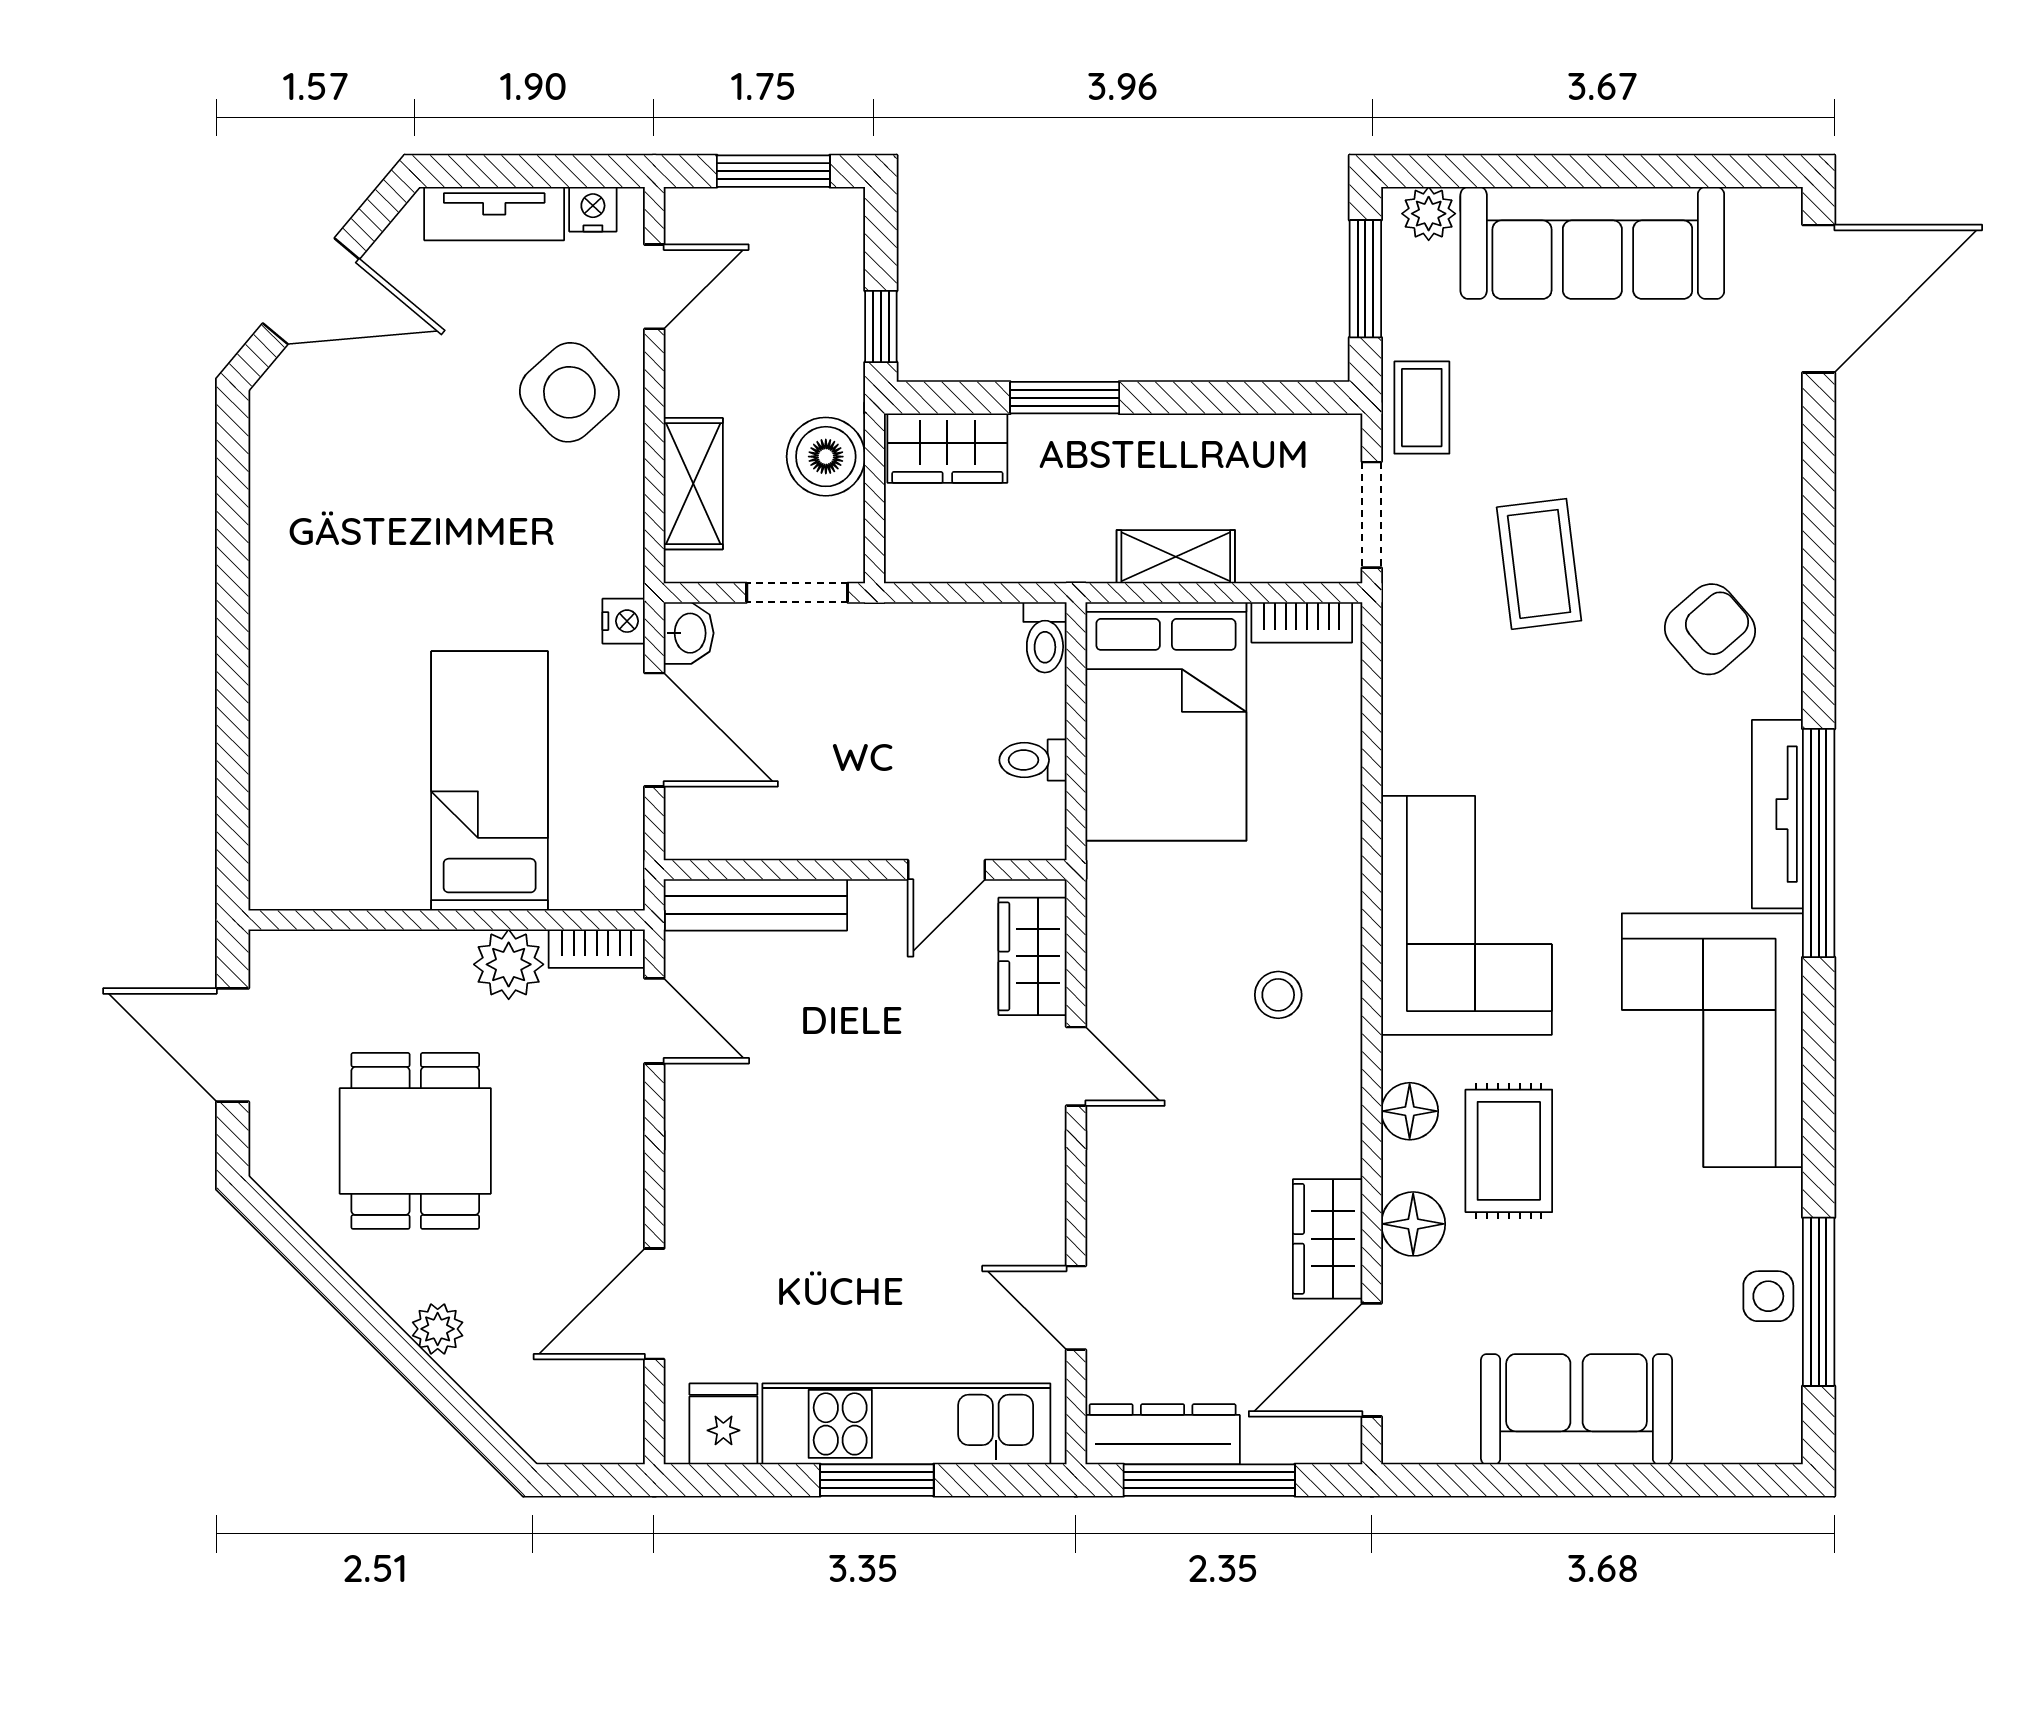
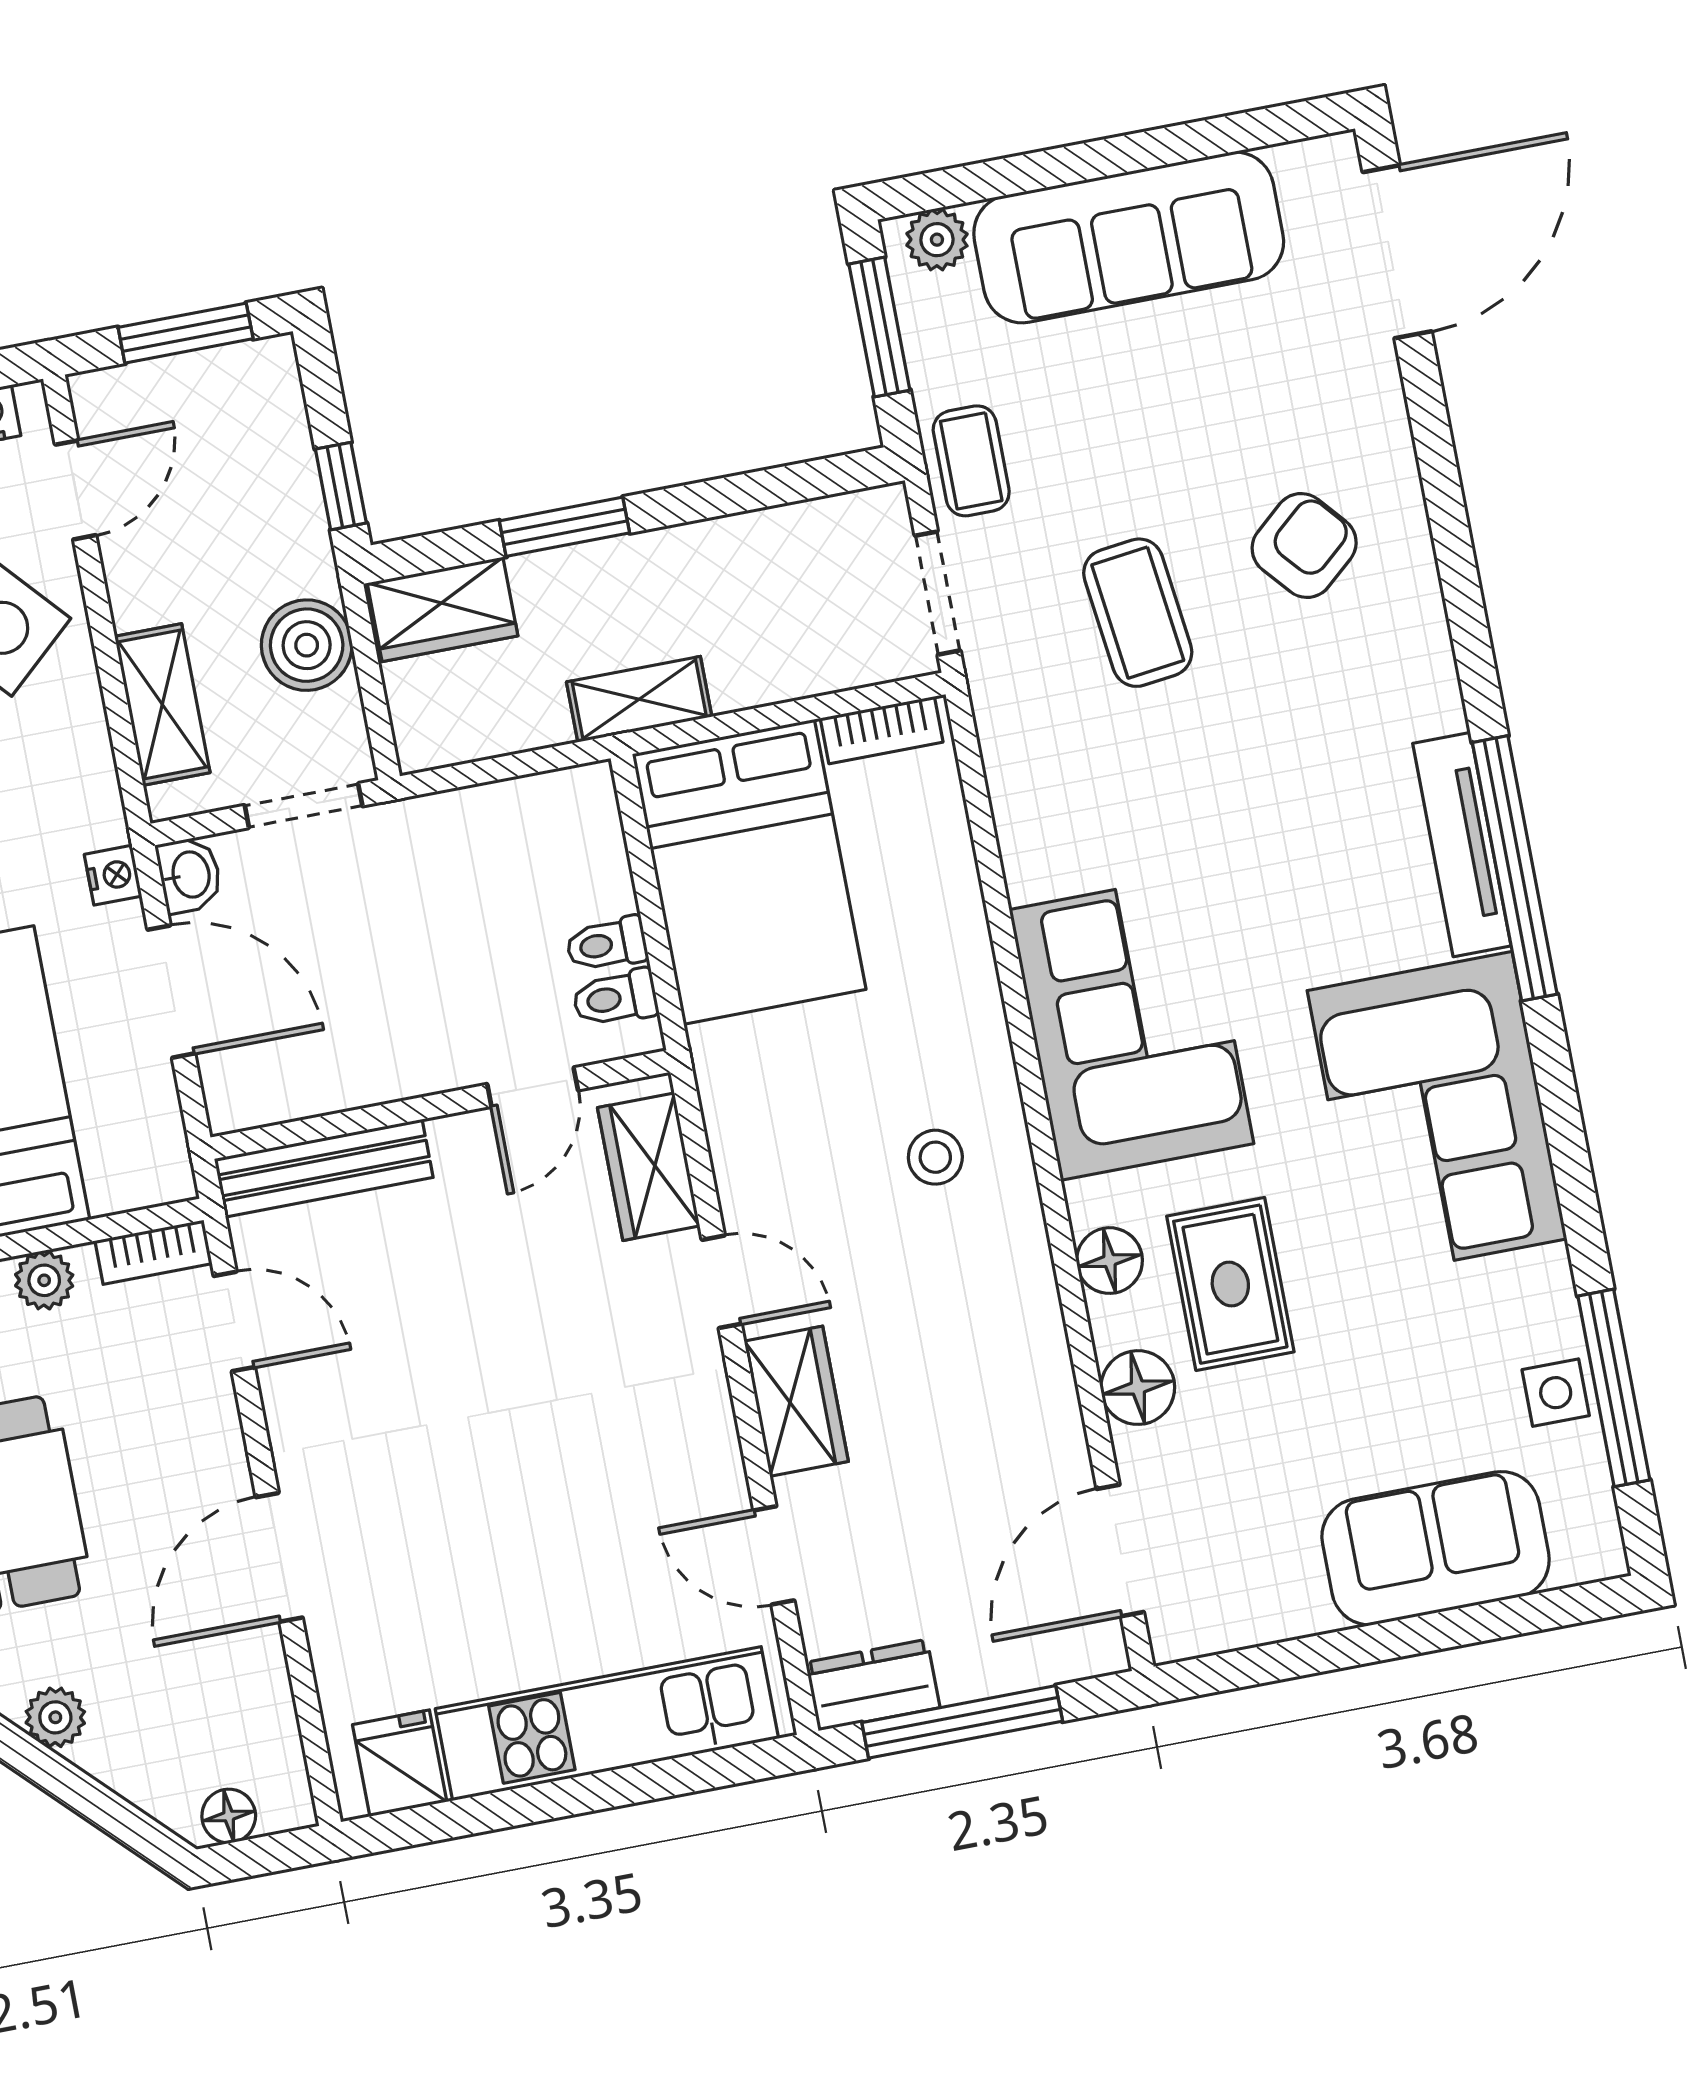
shelving: (1176, 557) -> (639, 699), moved
armchair: (1710, 629) -> (1304, 545), moved
toilet: (1045, 637) -> (615, 998), moved, turned 90
plant: (509, 964) -> (44, 1280), width x0.73, depth x0.73
wardrobe: (1328, 1239) -> (796, 1401), moved, turned 180
door: (654, 1304) -> (279, 1557), moved
sofa: (1577, 1409) -> (1436, 1548), moved
dresser: (1163, 1434) -> (873, 1685), width x0.70
floor lamp: (569, 1441) -> (229, 1816), added
window: (877, 1480) -> (586, 1794), removed

